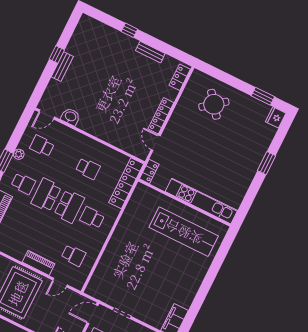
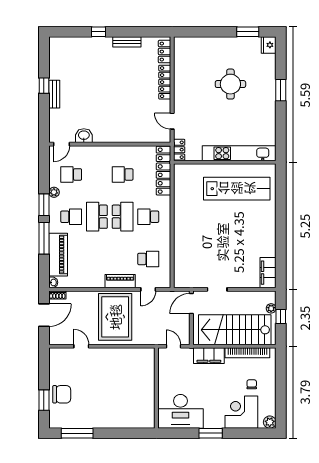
round table: (214, 104) -> (230, 84), moved, turned 38
locker: (161, 116) -> (165, 82), moved
school desk: (88, 169) -> (123, 174), turned 180

